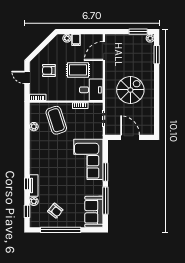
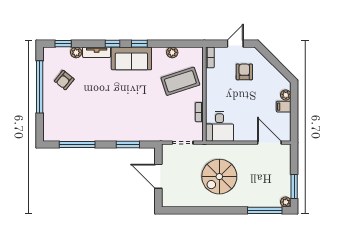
window: (157, 55) -> (265, 210), width x1.44
rug: (78, 70) -> (245, 109), removed
spiral stairs: (130, 90) -> (219, 177), turned 90
door: (130, 137) -> (158, 176), swing flipped
window: (27, 152) -> (139, 44), added
corner sofa: (88, 159) -> (130, 123), removed
window: (105, 172) -> (128, 145), moved
window: (27, 184) -> (113, 44), moved
sofa: (94, 212) -> (131, 58), moved, turned 180

